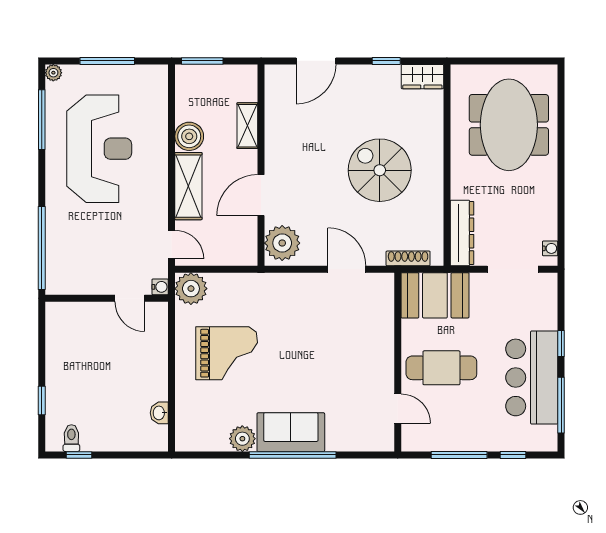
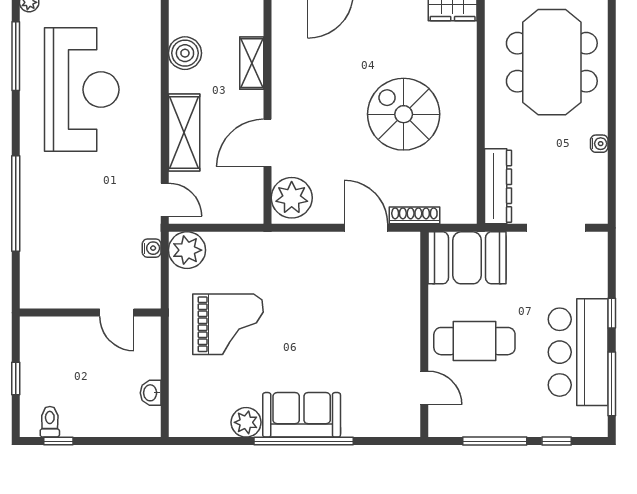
boiler: (189, 136) -> (185, 53), moved
water cooler: (550, 248) -> (599, 144), moved
shoe rack: (408, 258) -> (414, 215), moved
wall: (107, 298) -> (90, 313), moved
door: (130, 298) -> (117, 313), moved

